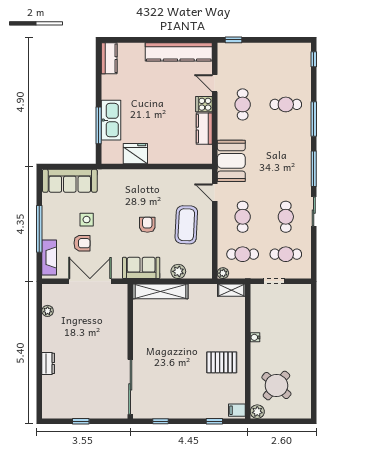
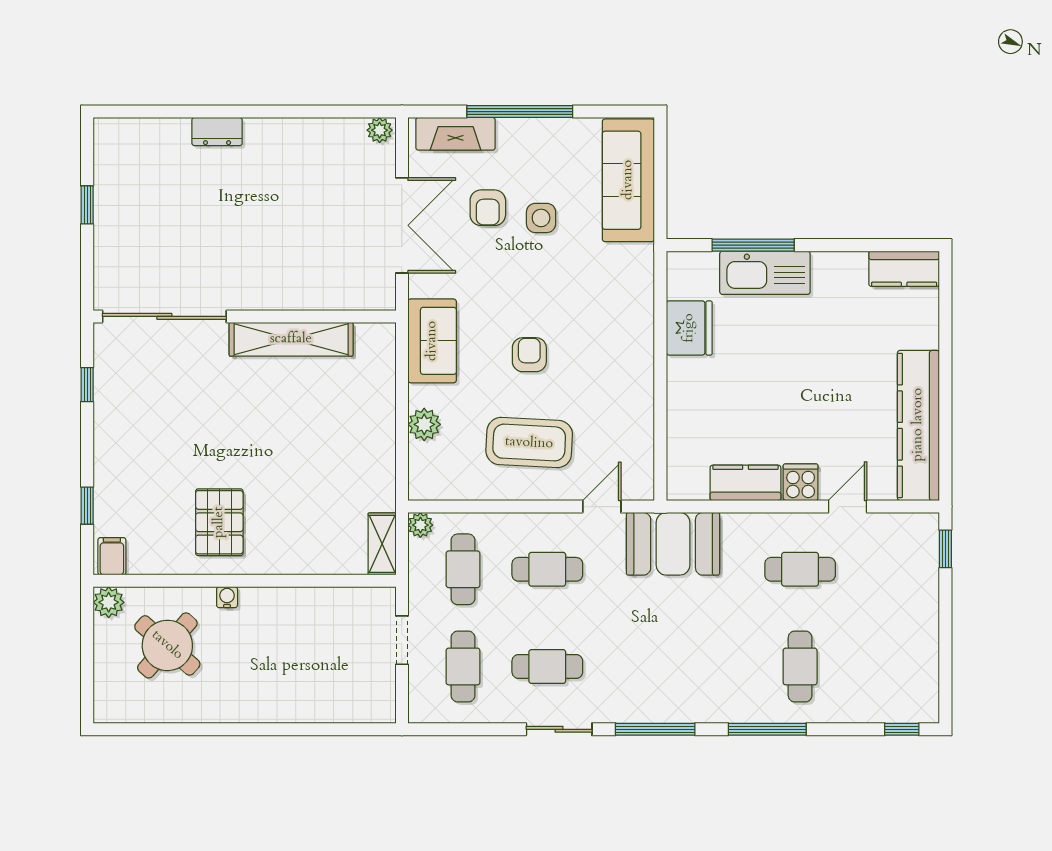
armchair: (147, 225) -> (529, 355), turned -90
shelving: (160, 291) -> (291, 339), moved, turned 90
plant: (48, 311) -> (380, 130), moved
water cooler: (255, 337) -> (227, 597), moved

